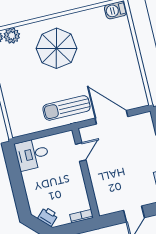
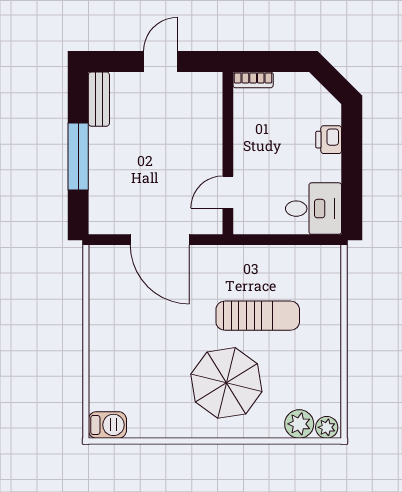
sun lounger: (67, 108) -> (258, 316), moved
printer: (48, 217) -> (329, 140), moved, turned 45

